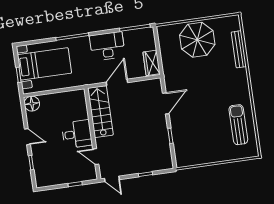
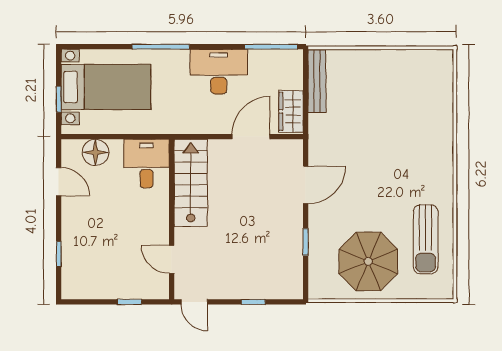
parasol: (197, 40) -> (368, 261), moved
bench: (239, 49) -> (317, 81), moved
door: (117, 82) -> (251, 137), moved
floor lamp: (32, 104) -> (96, 152), moved
sun lounger: (238, 125) -> (426, 239), turned 180
desk: (77, 134) -> (147, 164), moved, turned -90
door: (27, 137) -> (59, 182), moved

